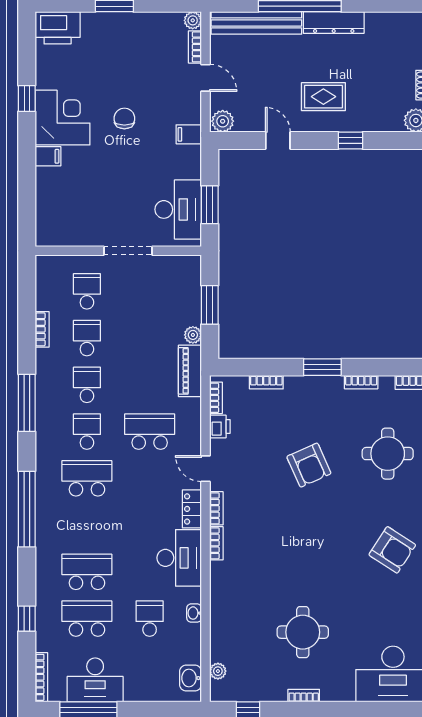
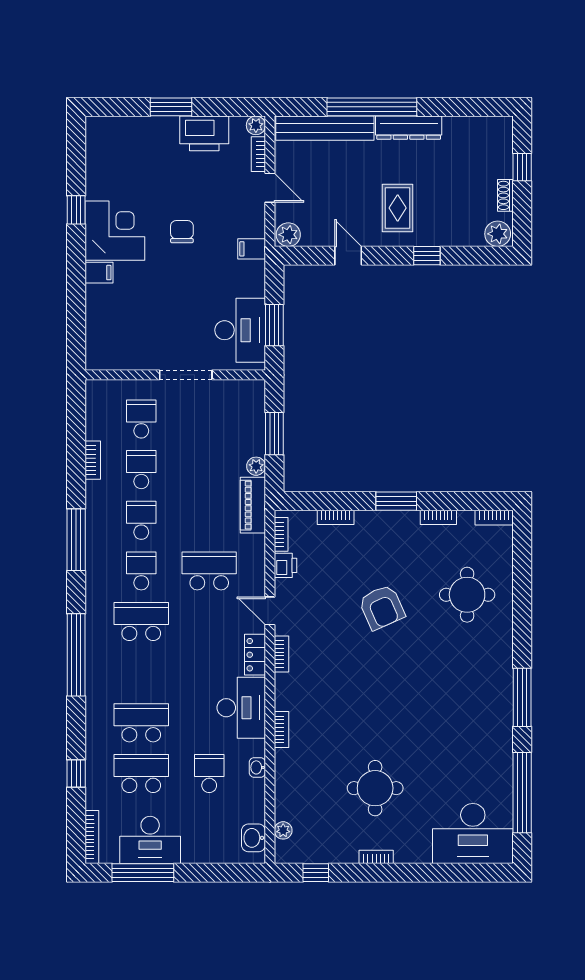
printer: (58, 28) -> (204, 133), moved
rug: (323, 97) -> (398, 208), turned 90
bookcase: (216, 543) -> (282, 730), moved
armchair: (392, 550) -> (472, 699), removed

